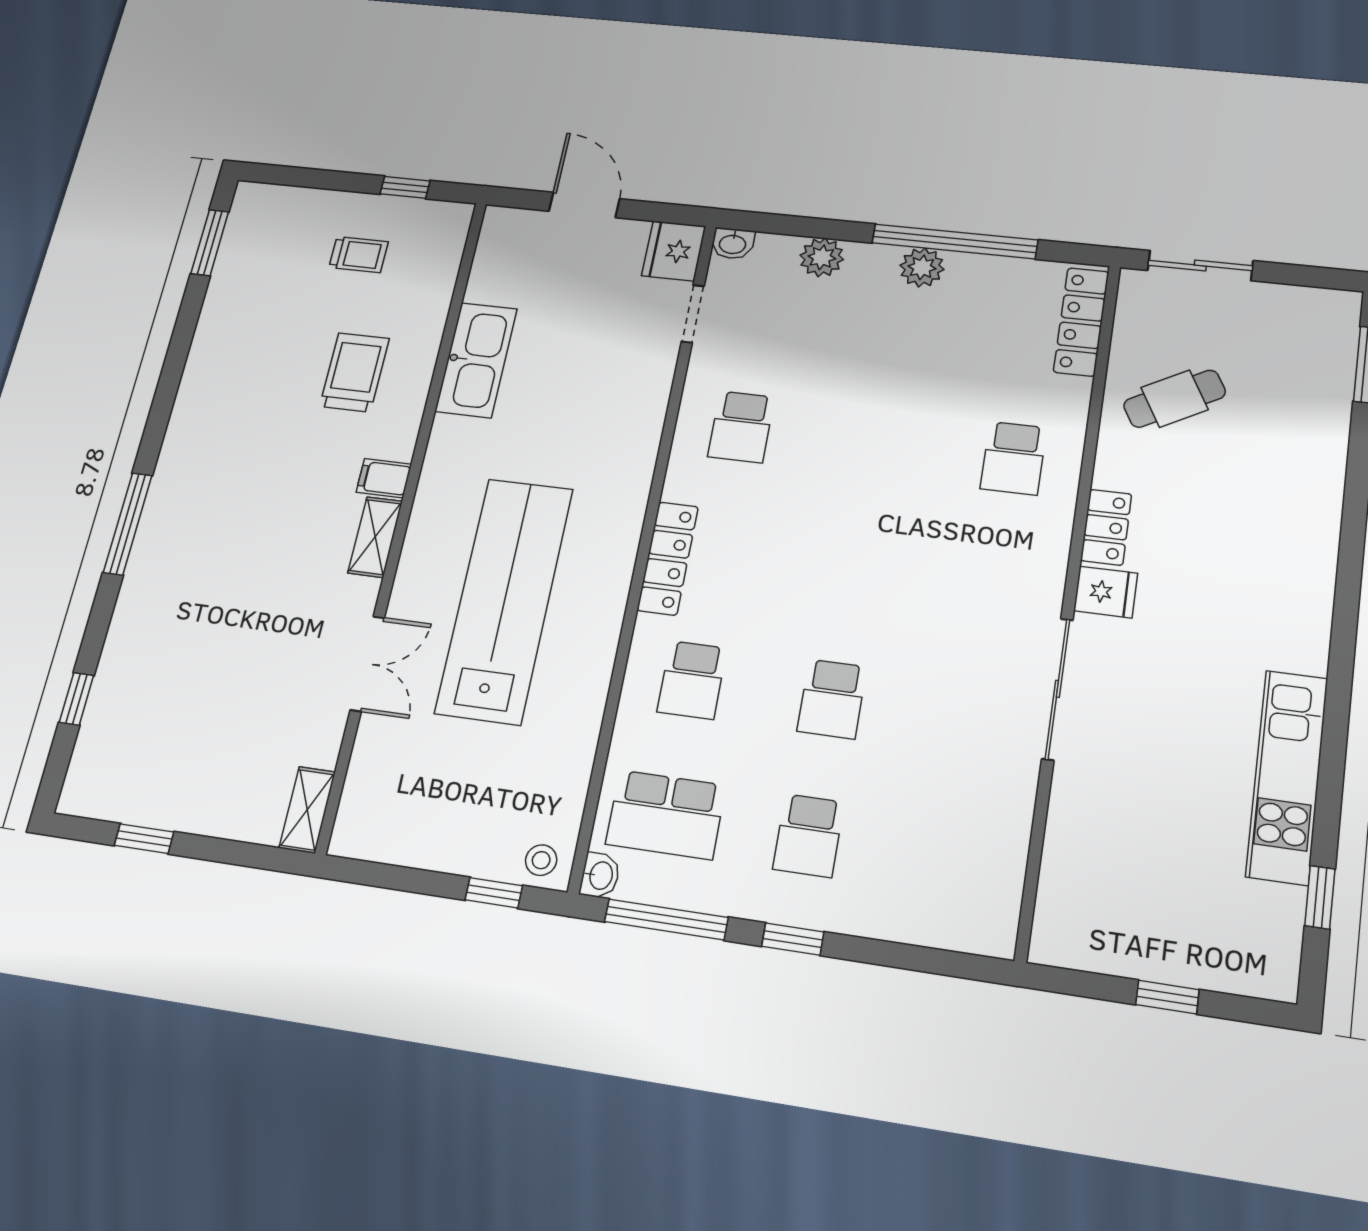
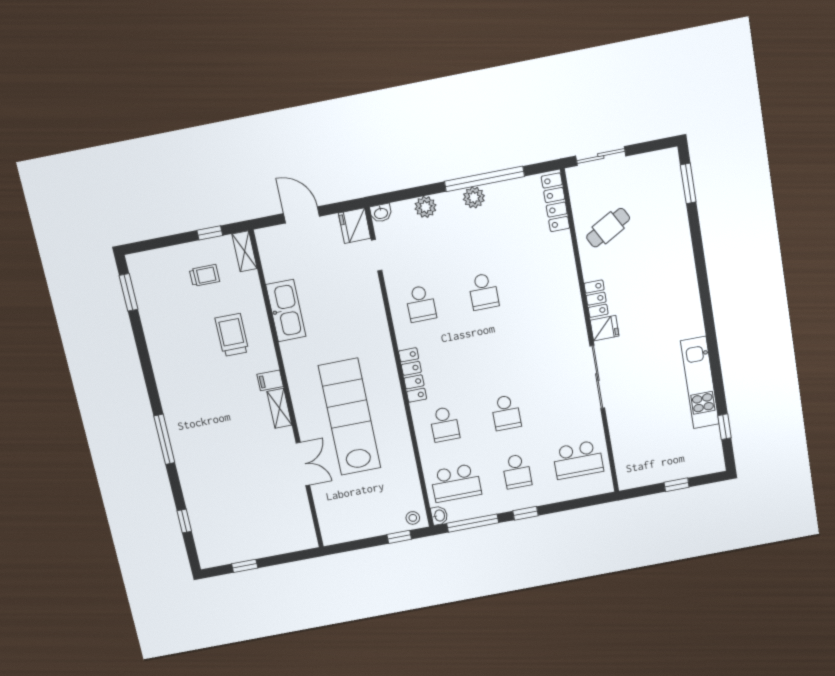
school desk: (1014, 458) -> (483, 292), moved
shelving: (307, 810) -> (245, 251), moved
school desk: (954, 857) -> (578, 460), added

